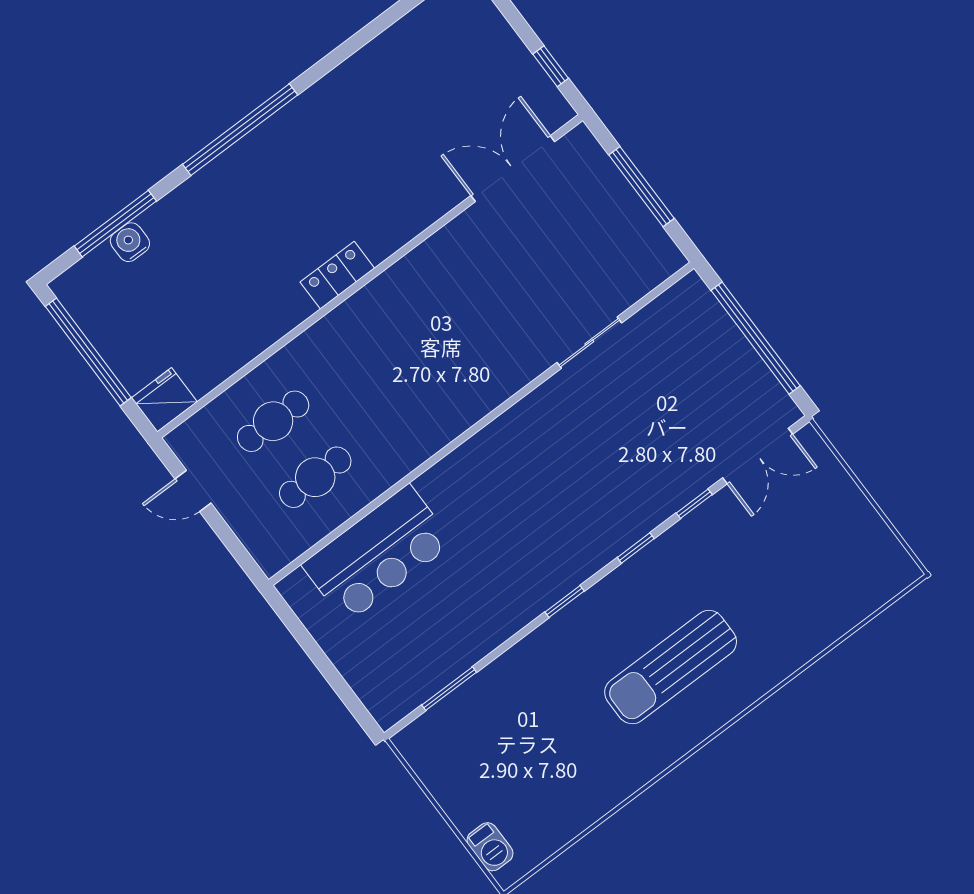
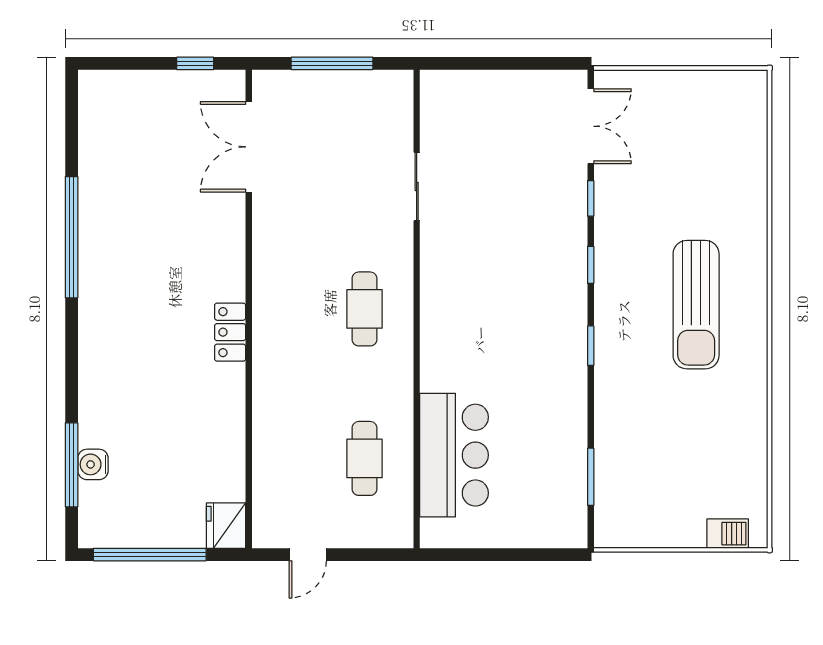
window: (240, 130) -> (72, 237), moved
window: (756, 338) -> (504, 63), removed
cafe table: (273, 421) -> (364, 309), moved

